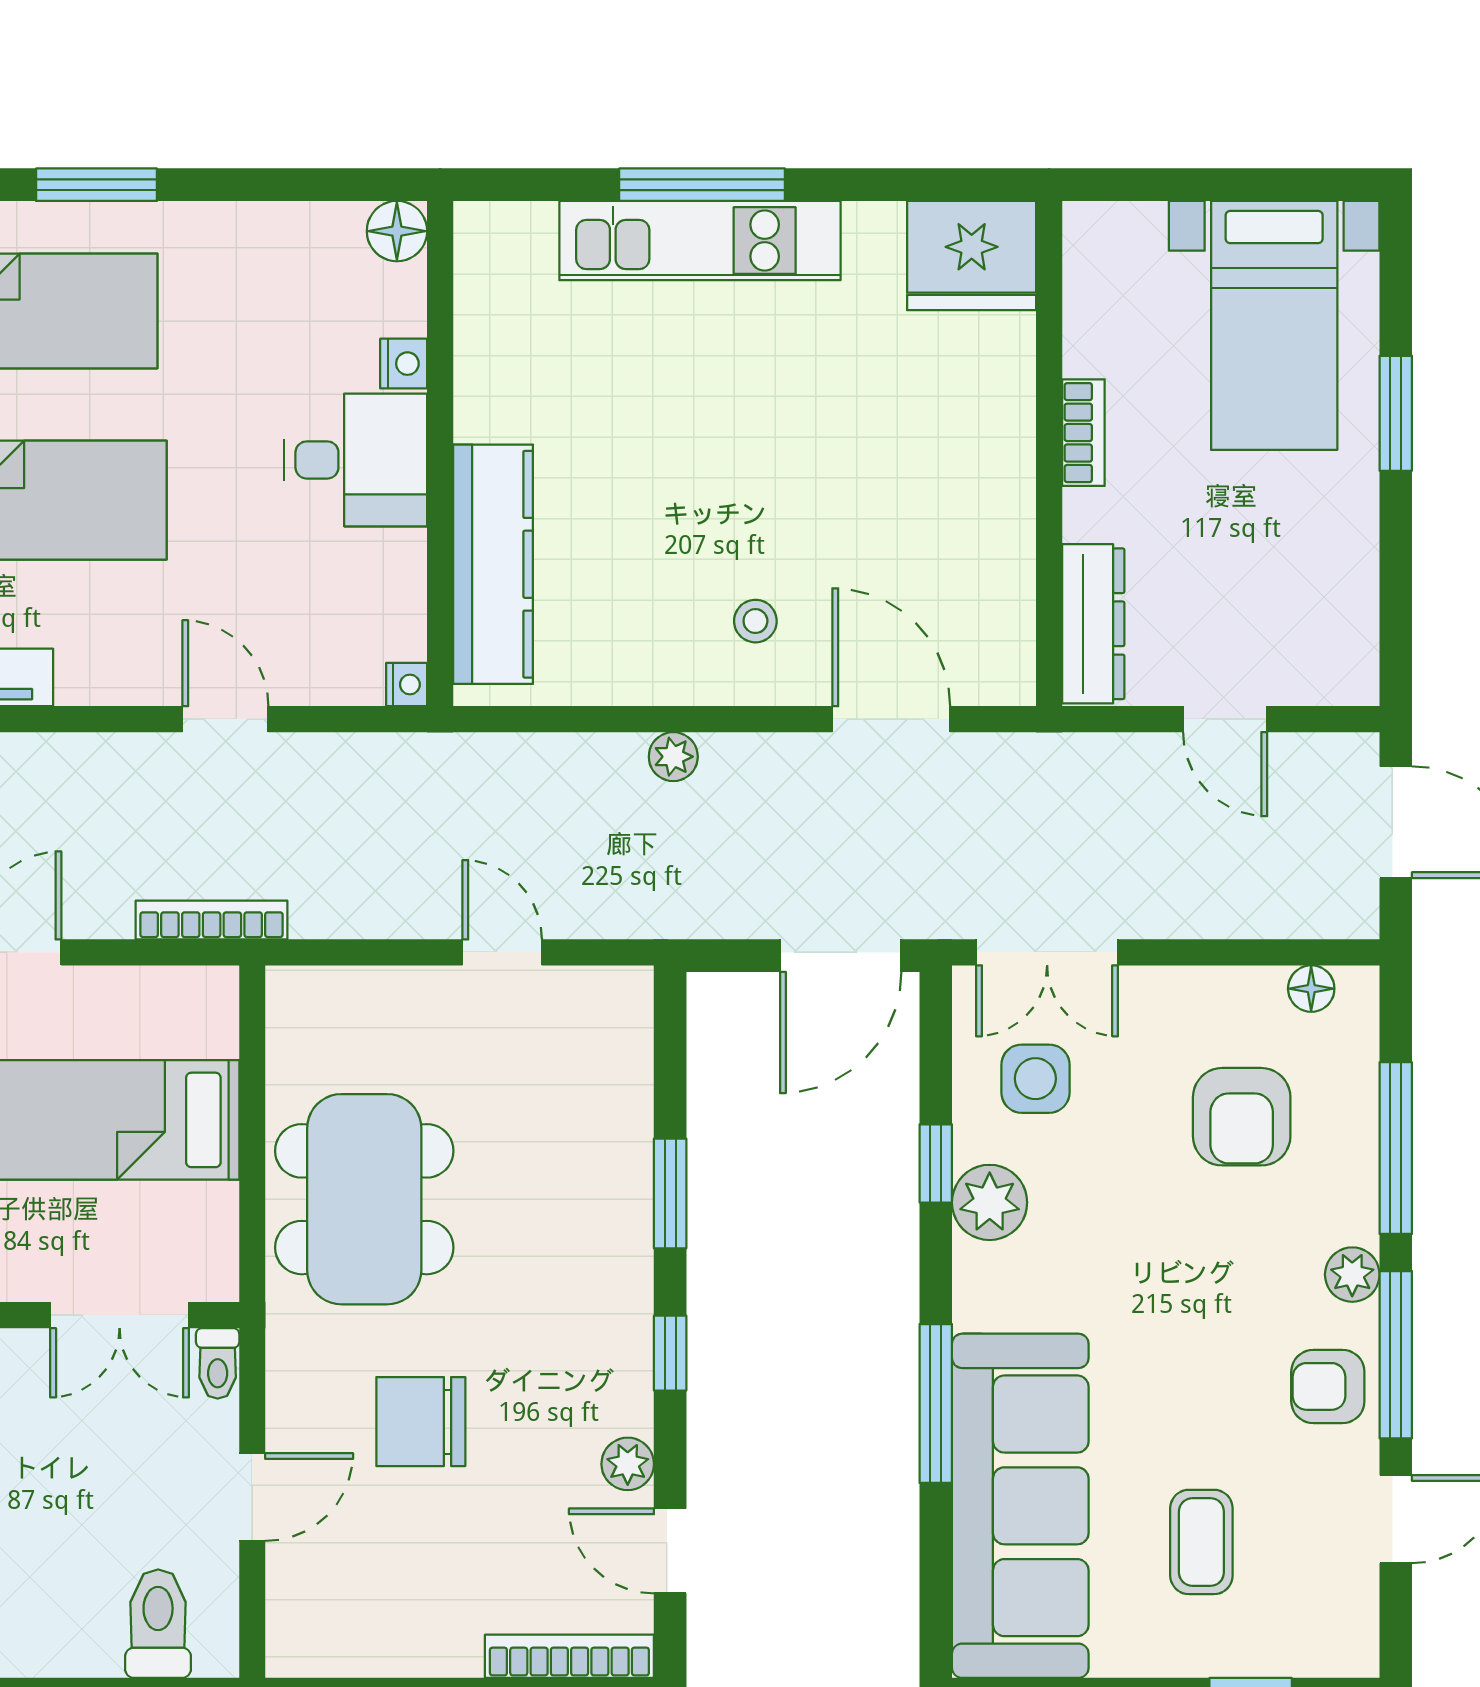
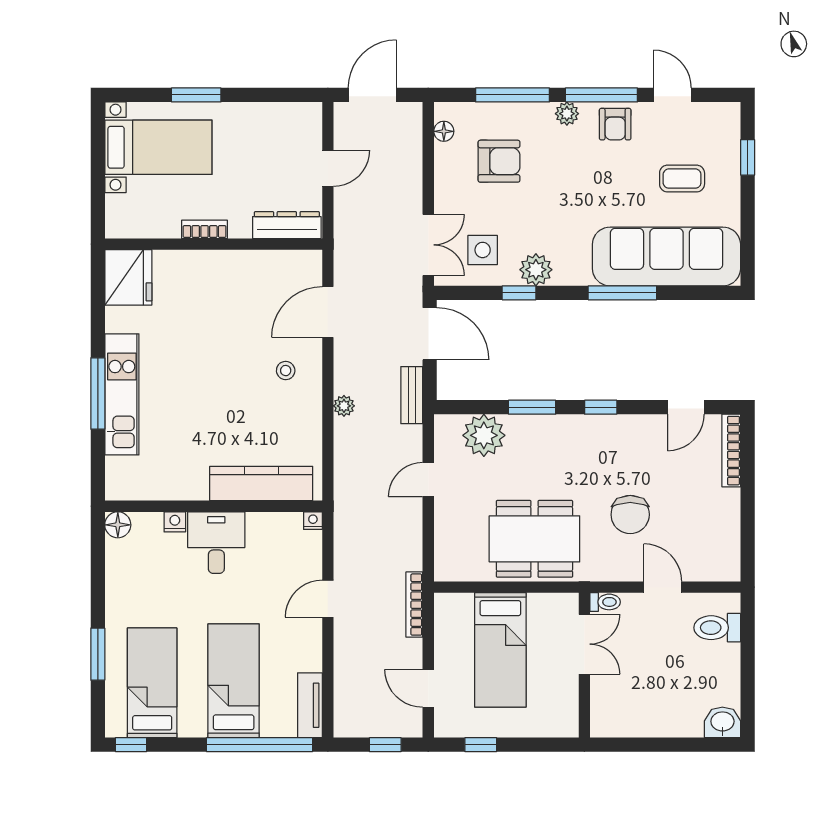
bench: (698, 914) -> (412, 395), added
plant: (628, 1464) -> (484, 435), moved, width x1.88, depth x1.88

